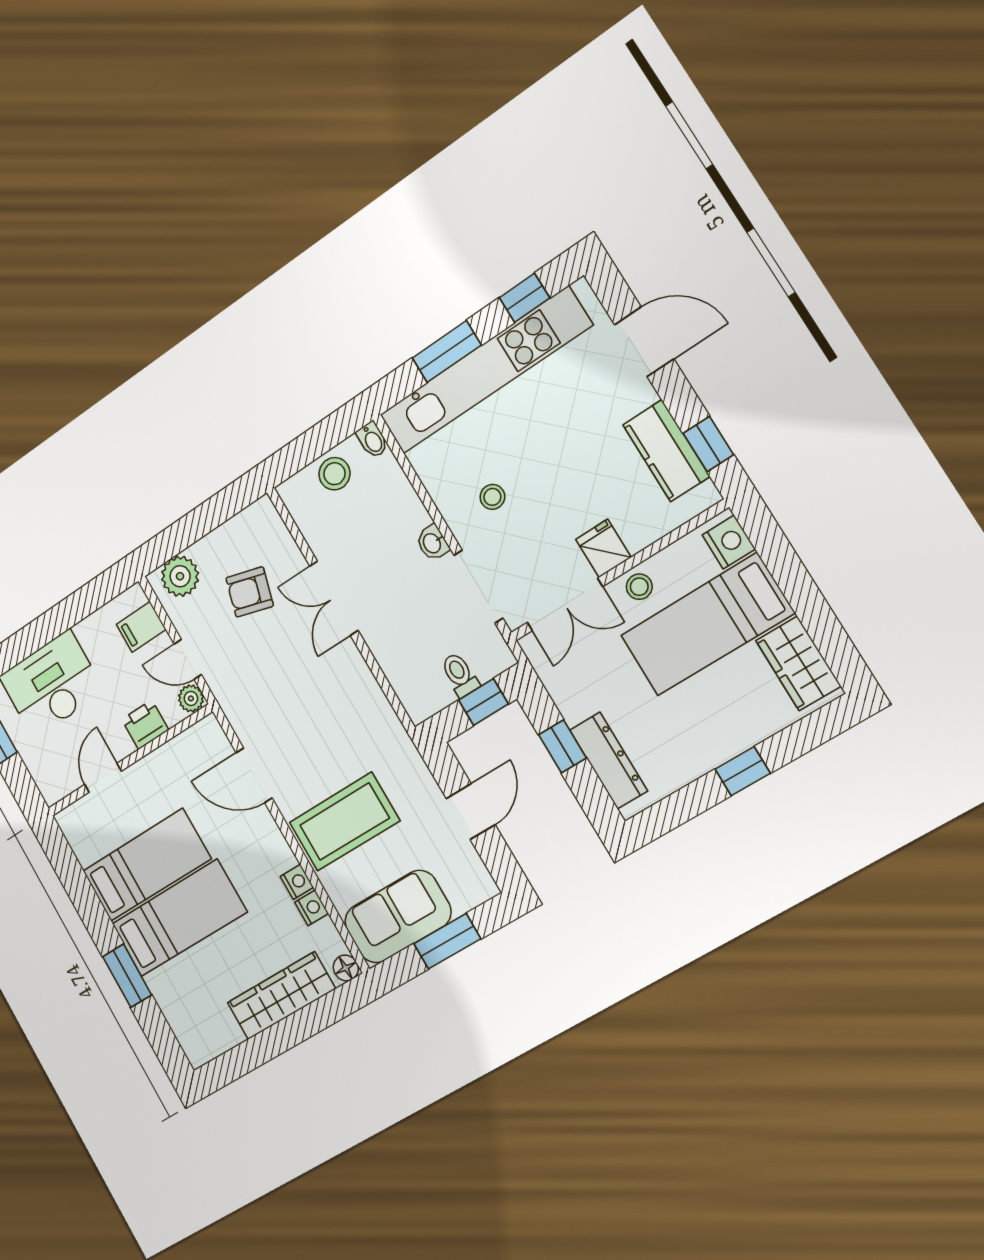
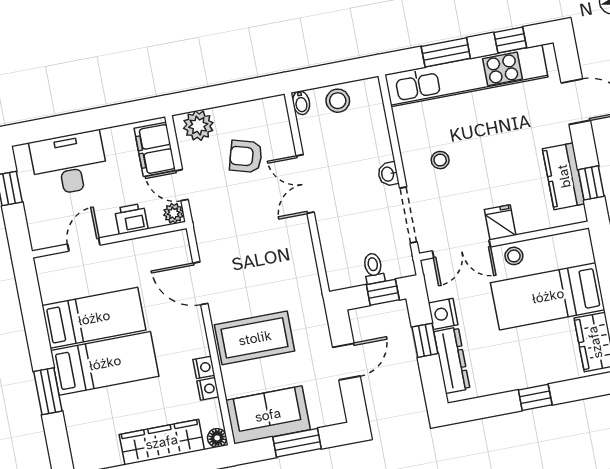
bidet: (372, 440) -> (301, 103), moved
nightstand: (729, 542) -> (443, 314), moved, turned 180
filing cabinet: (141, 627) -> (155, 149), width x2.00

